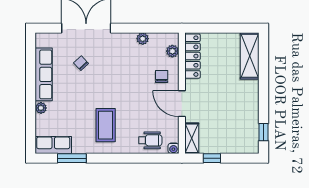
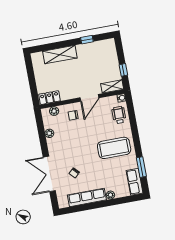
locker: (192, 56) -> (50, 98), width x0.66
shelving: (250, 56) -> (60, 55), moved
coffee table: (106, 125) -> (114, 148), width x1.36, depth x1.32
window: (263, 132) -> (87, 40), moved

